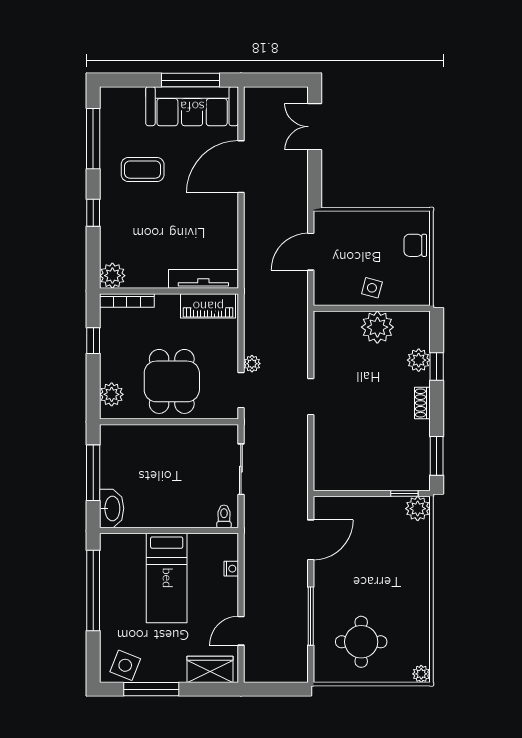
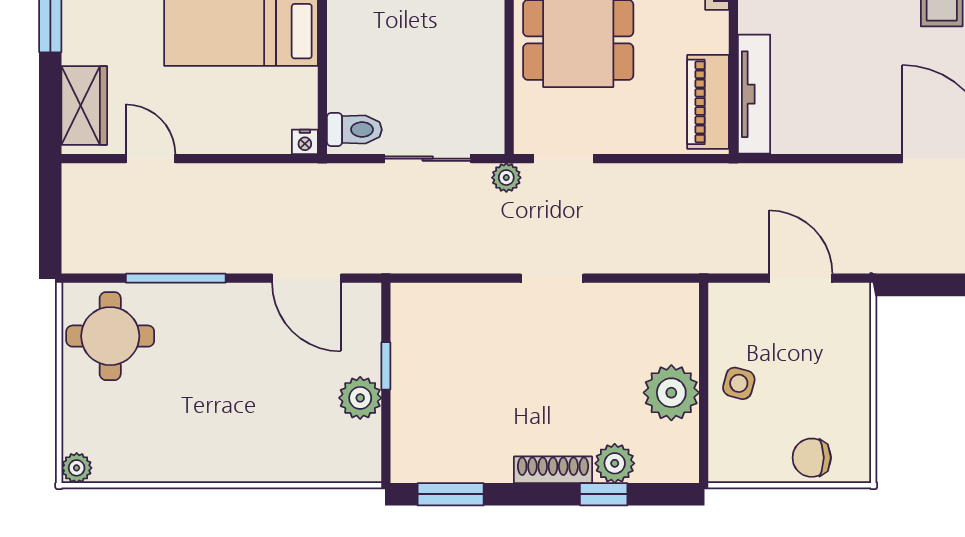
chair: (415, 245) -> (812, 458), turned -90
plant: (252, 364) -> (506, 178), moved
shoe rack: (422, 403) -> (553, 470), width x1.43
window: (404, 494) -> (386, 366), moved
plant: (418, 509) -> (360, 398), moved
toilet: (224, 516) -> (354, 130), width x1.37, depth x1.39
nightstand: (231, 569) -> (305, 142), moved
round table: (361, 642) -> (110, 336), moved

